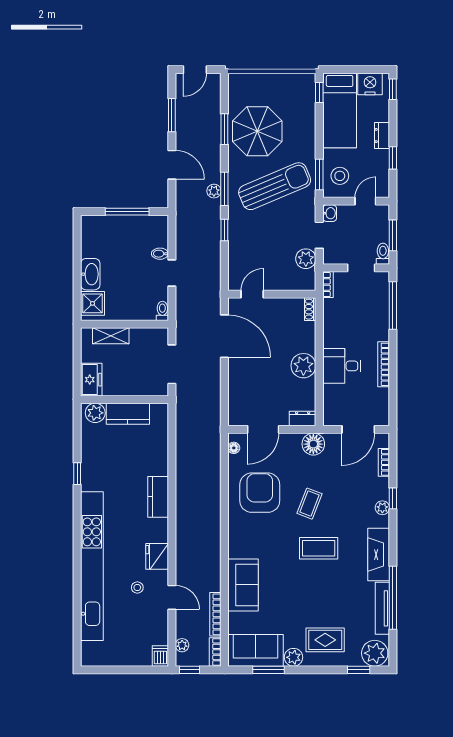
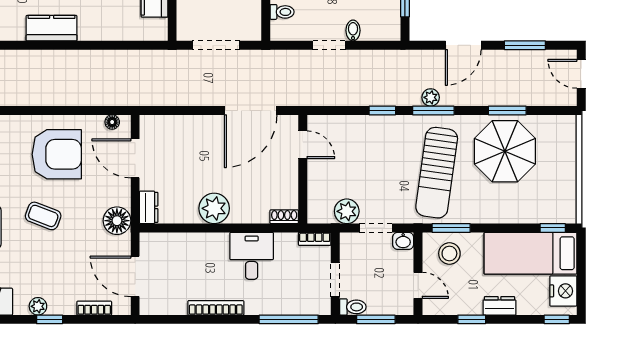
sun lounger: (275, 186) -> (437, 173), turned 31
toilet: (162, 311) -> (282, 12), moved
desk: (342, 366) -> (252, 256), moved

